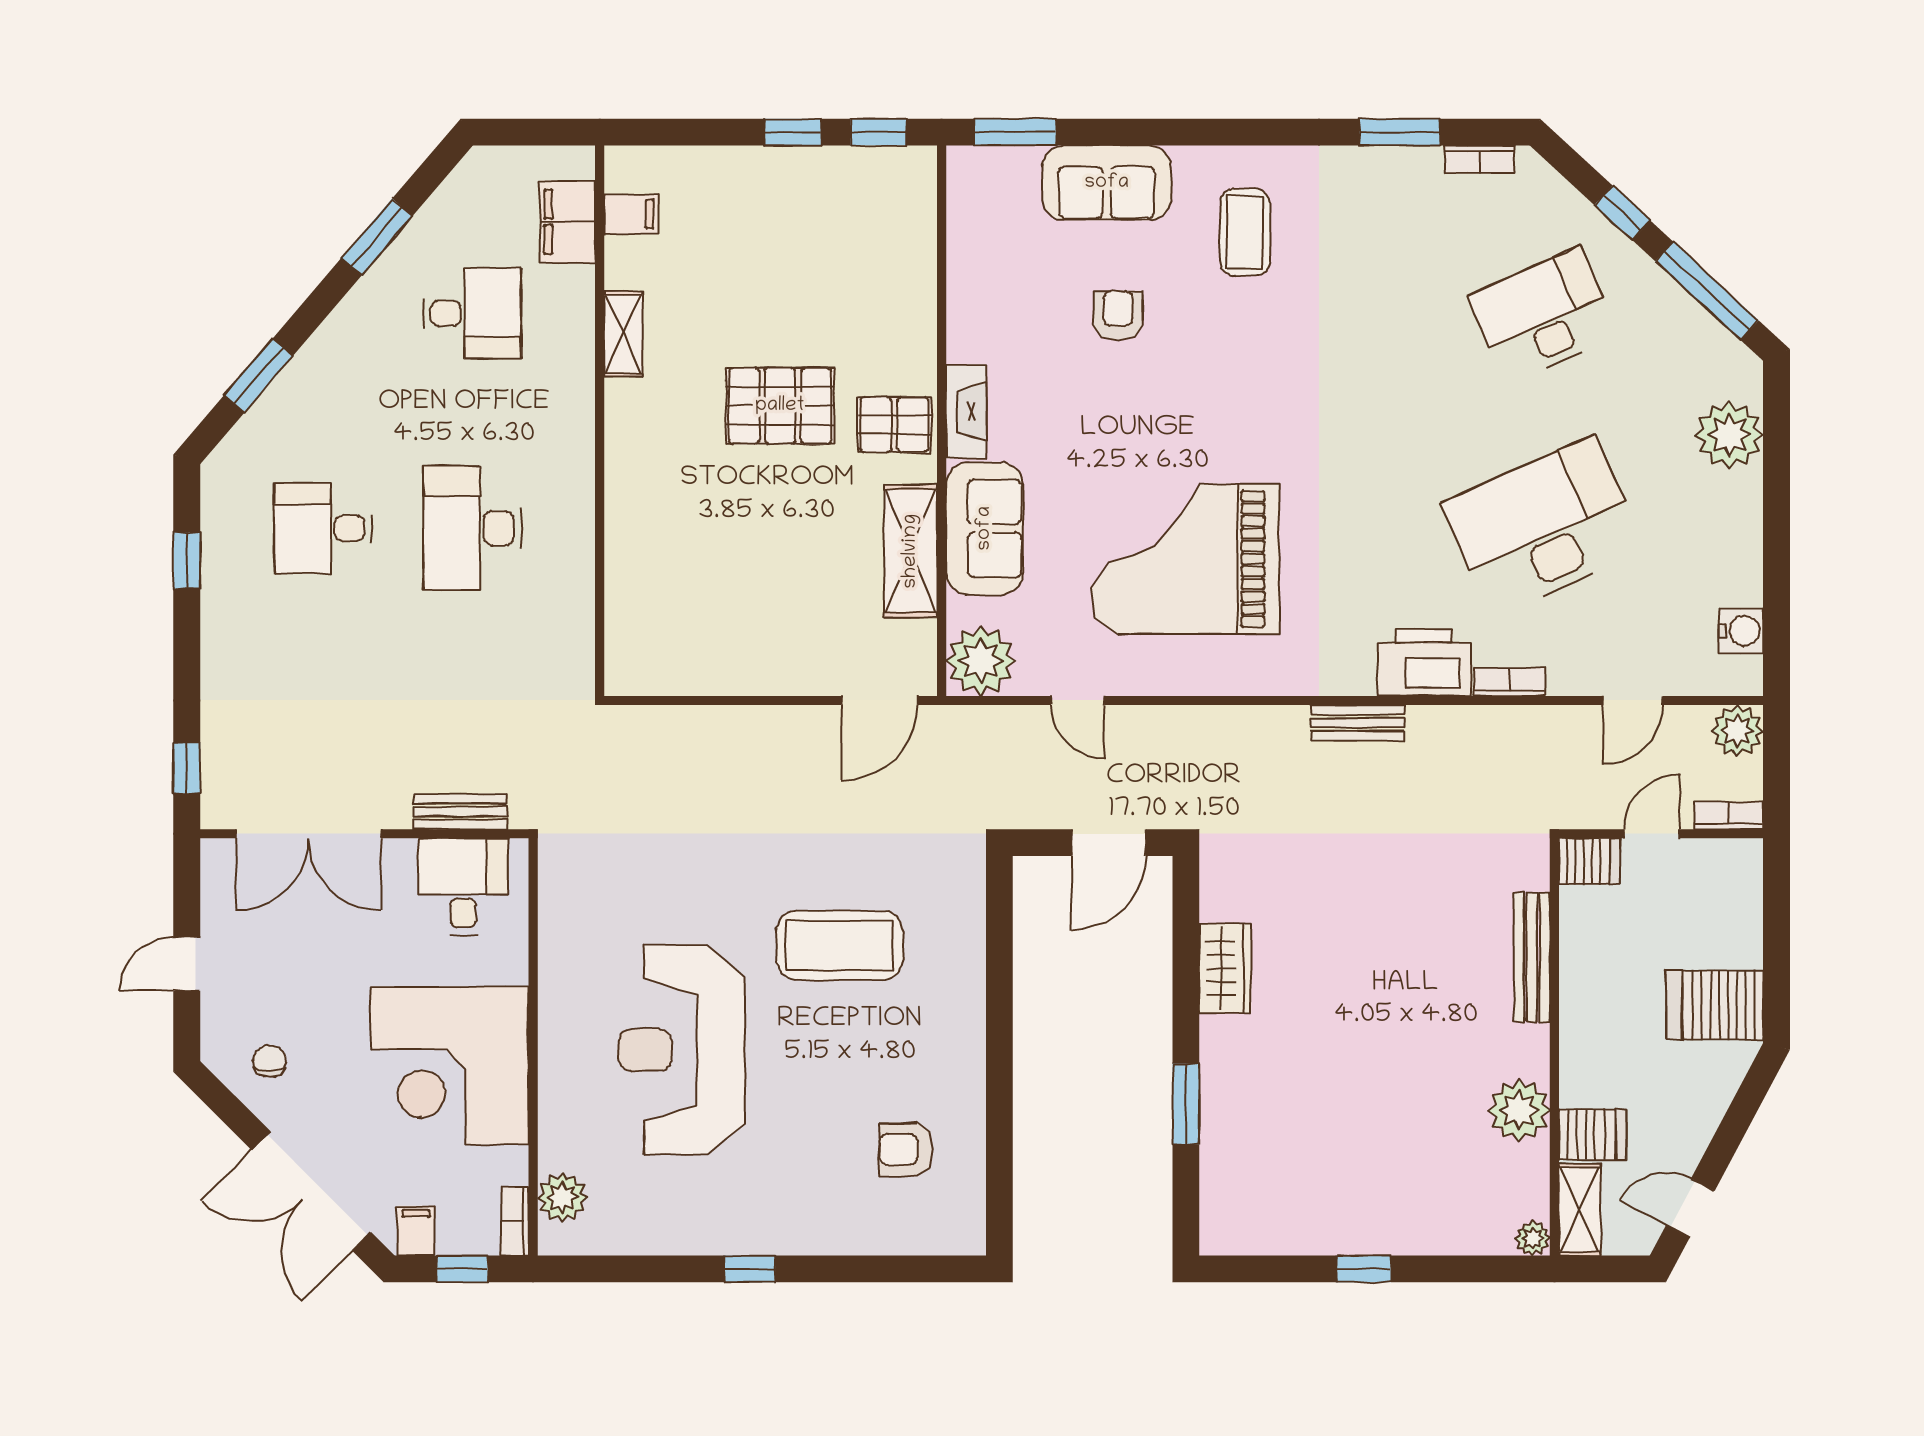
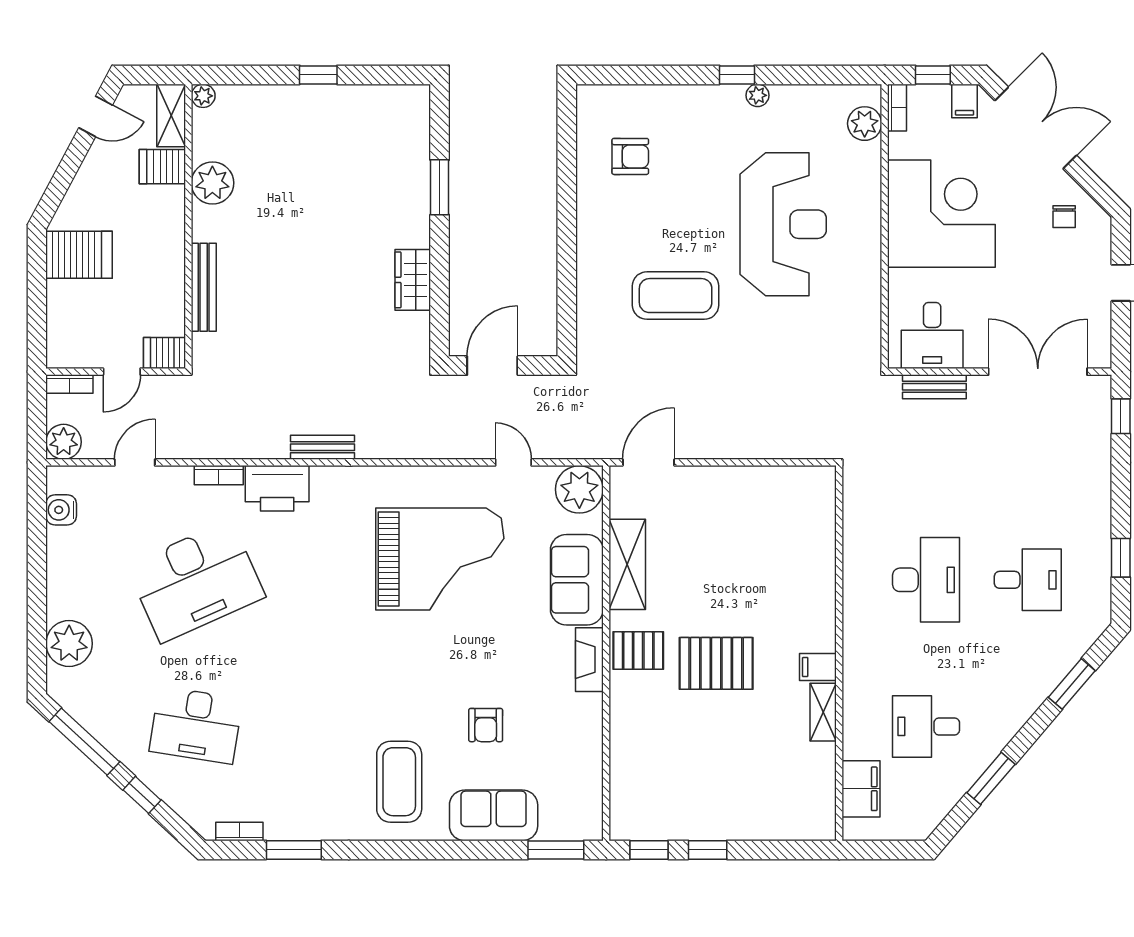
filing cabinet: (631, 214) -> (818, 667), moved
coffee table: (1245, 232) -> (399, 782), width x1.36, depth x1.32
desk: (1543, 315) -> (196, 725), turned 33
plant: (719, 1239) -> (758, 95), added

